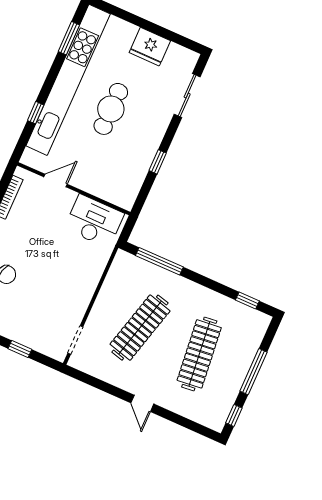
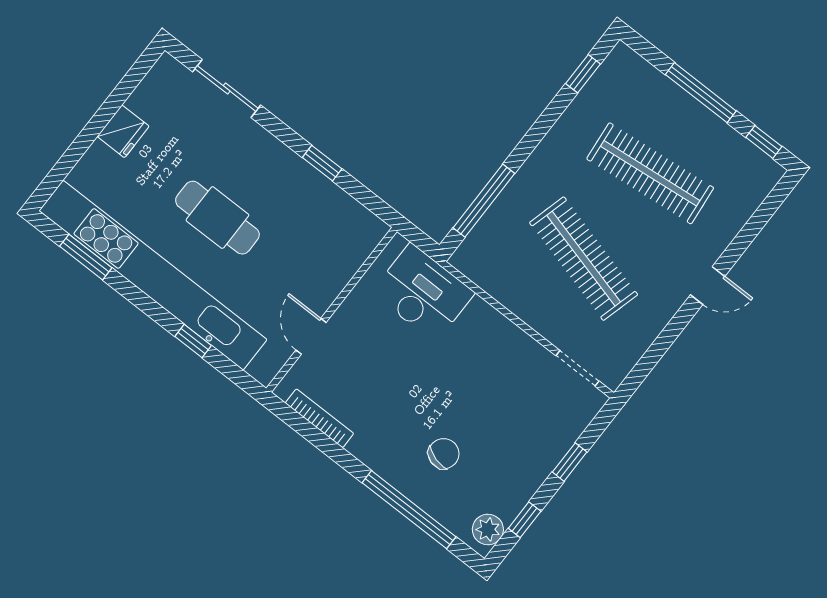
fridge: (150, 47) -> (123, 131), width x0.73, depth x0.75
desk: (94, 221) -> (423, 293), moved, turned 90

